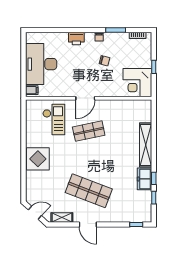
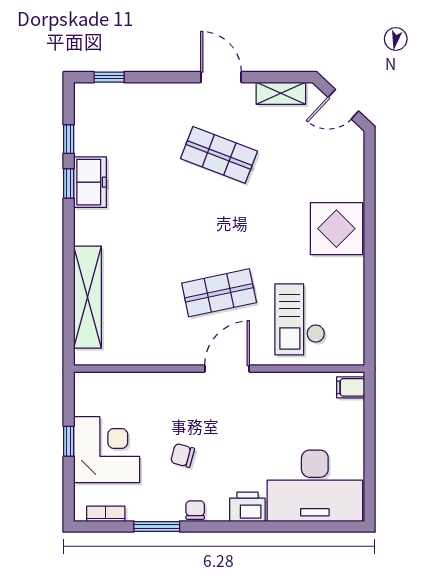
desk: (41, 64) -> (315, 486), moved, turned 90
corner desk: (137, 83) -> (107, 450), moved
shelving: (146, 145) -> (87, 297), moved
shop shelf: (89, 191) -> (219, 155), width x0.70, depth x0.74

